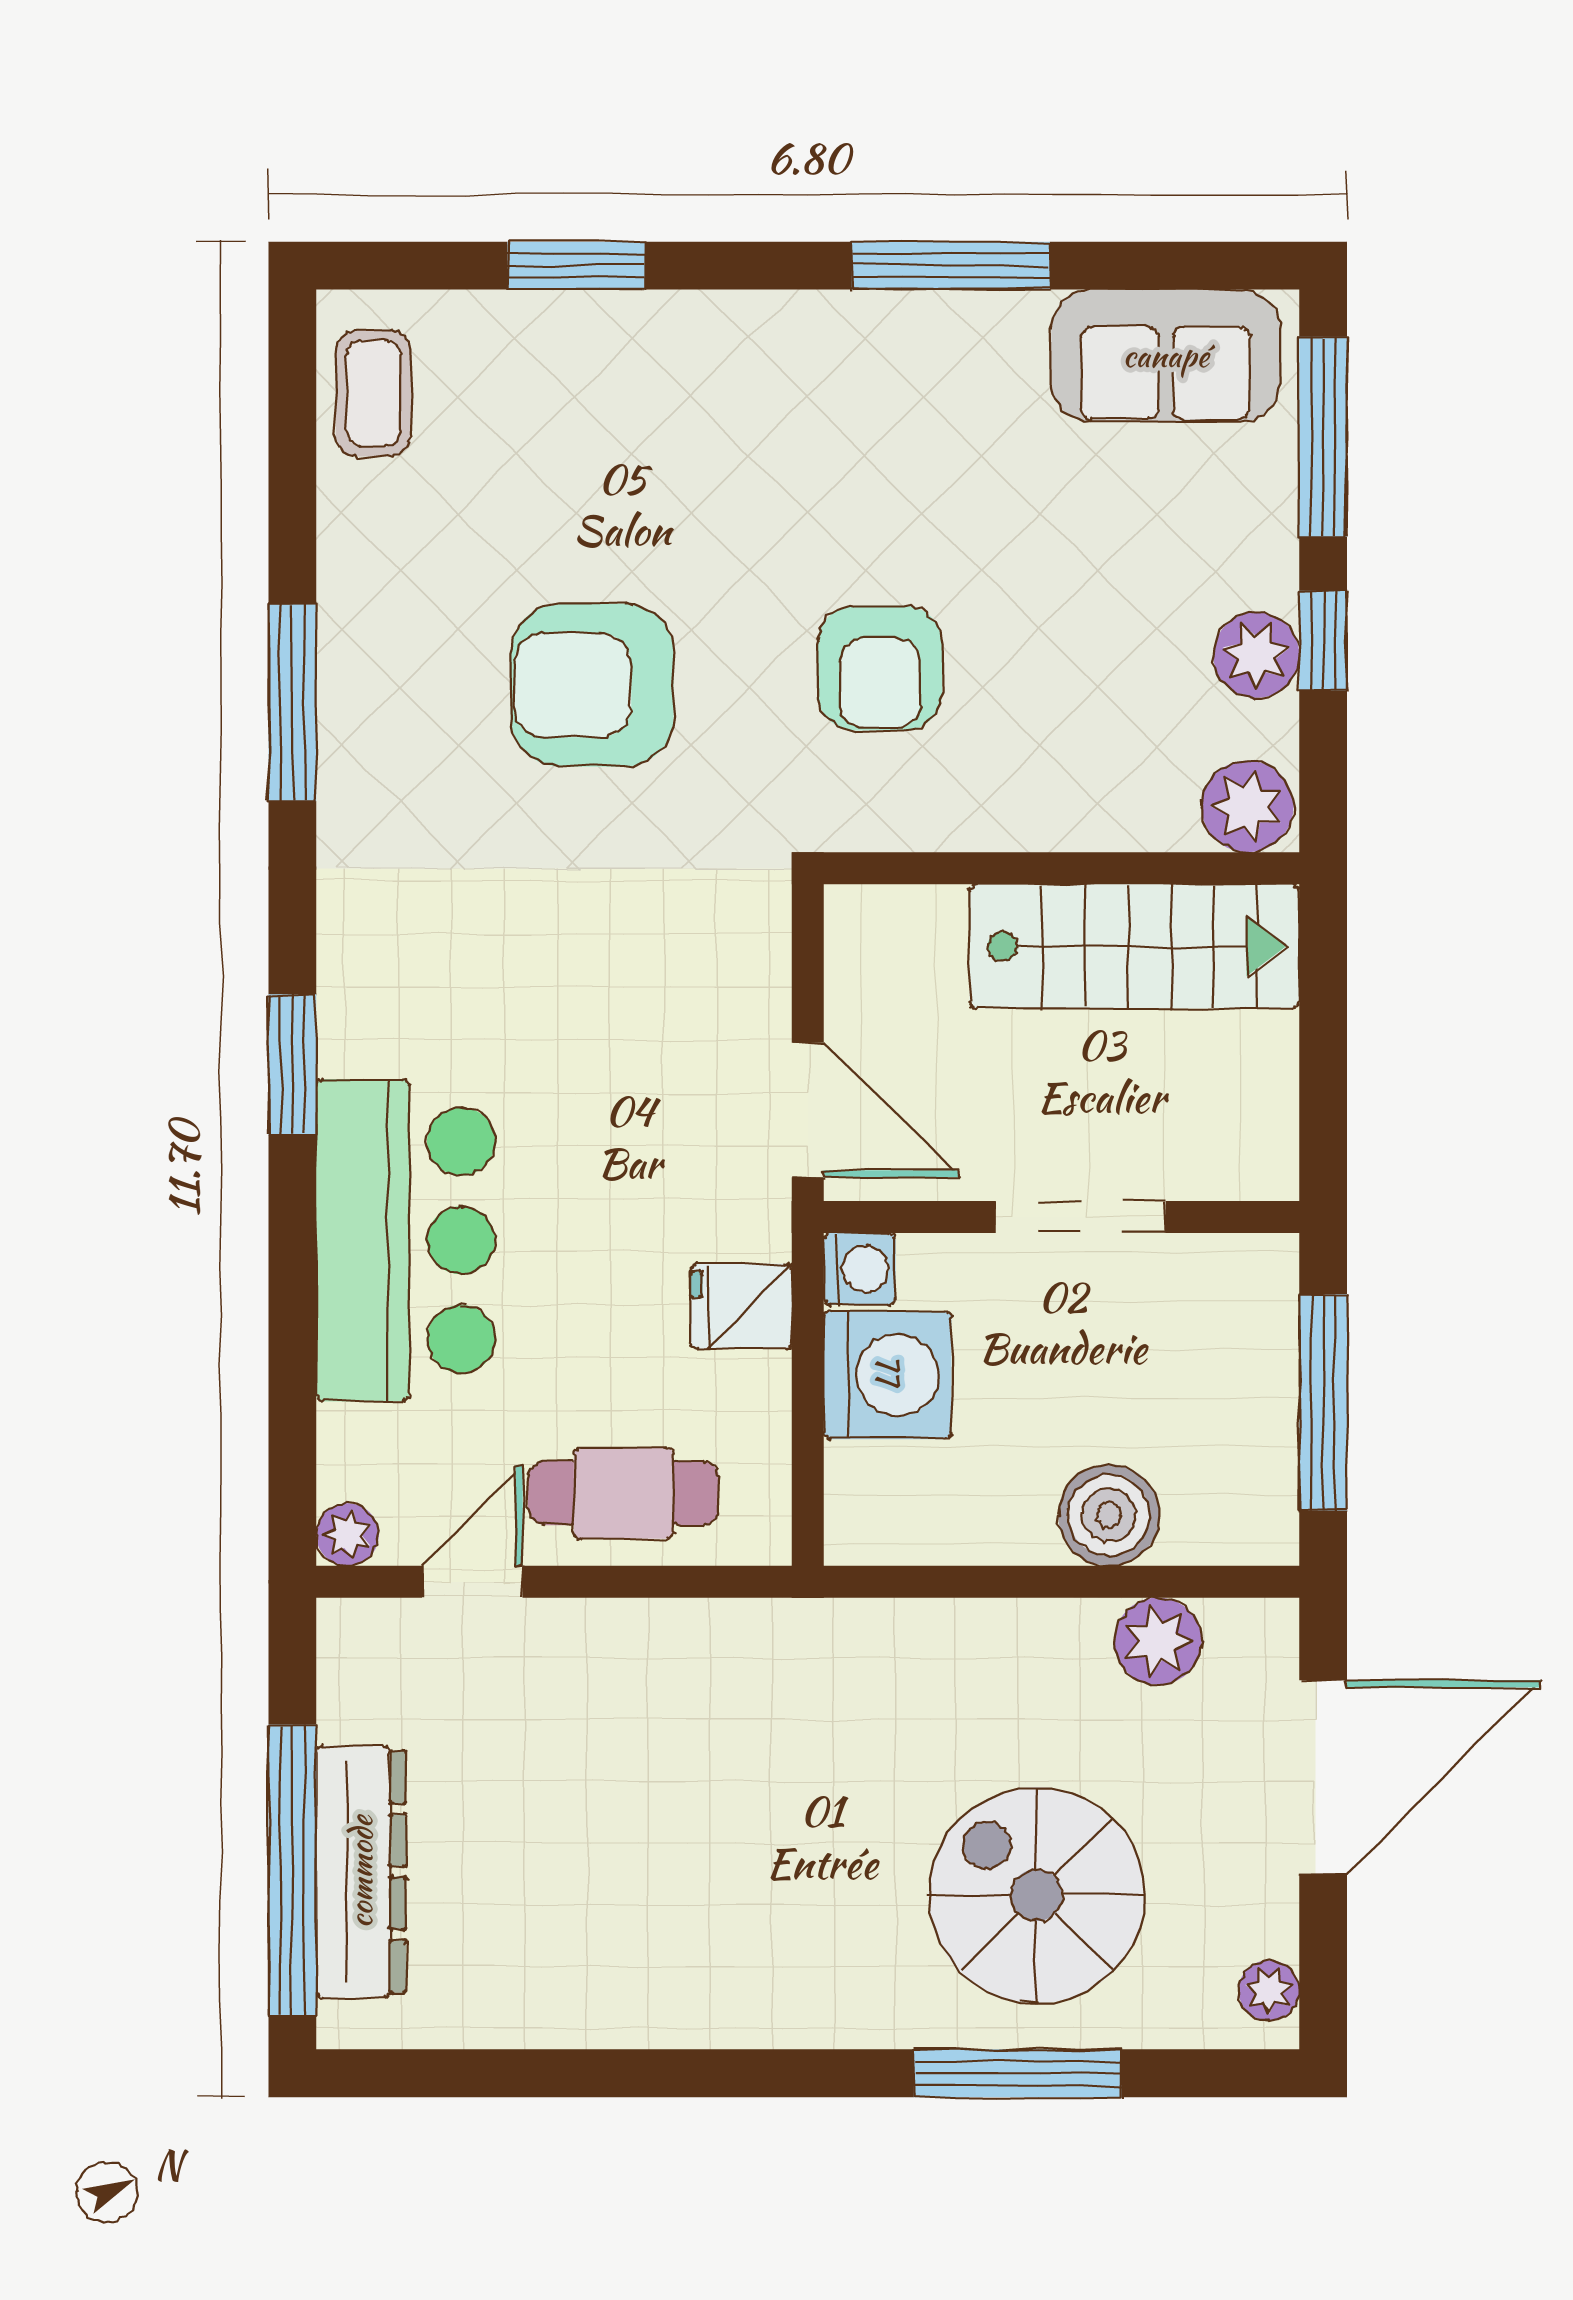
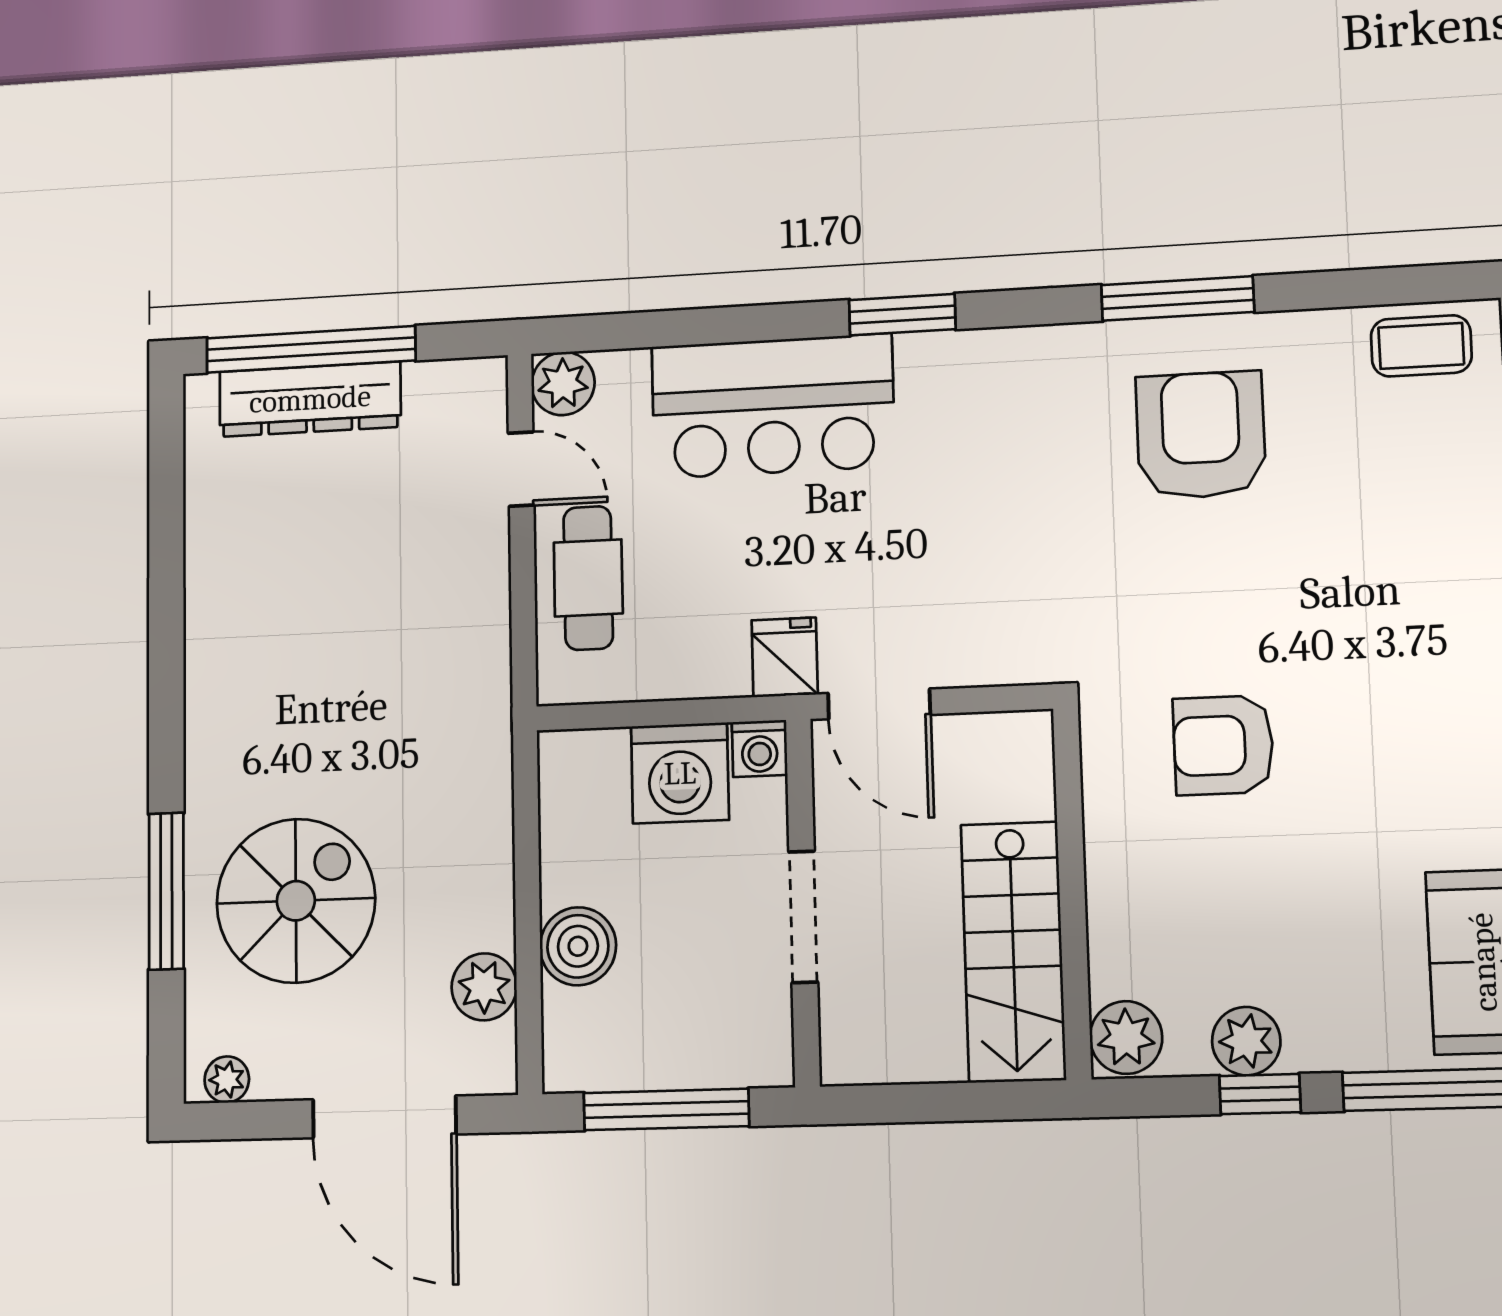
armchair: (592, 685) -> (1201, 435), moved
door: (808, 1110) -> (879, 704), hinge flipped
fridge: (741, 1306) -> (785, 657), moved
plant: (347, 1535) -> (563, 384), width x1.38, depth x1.38

